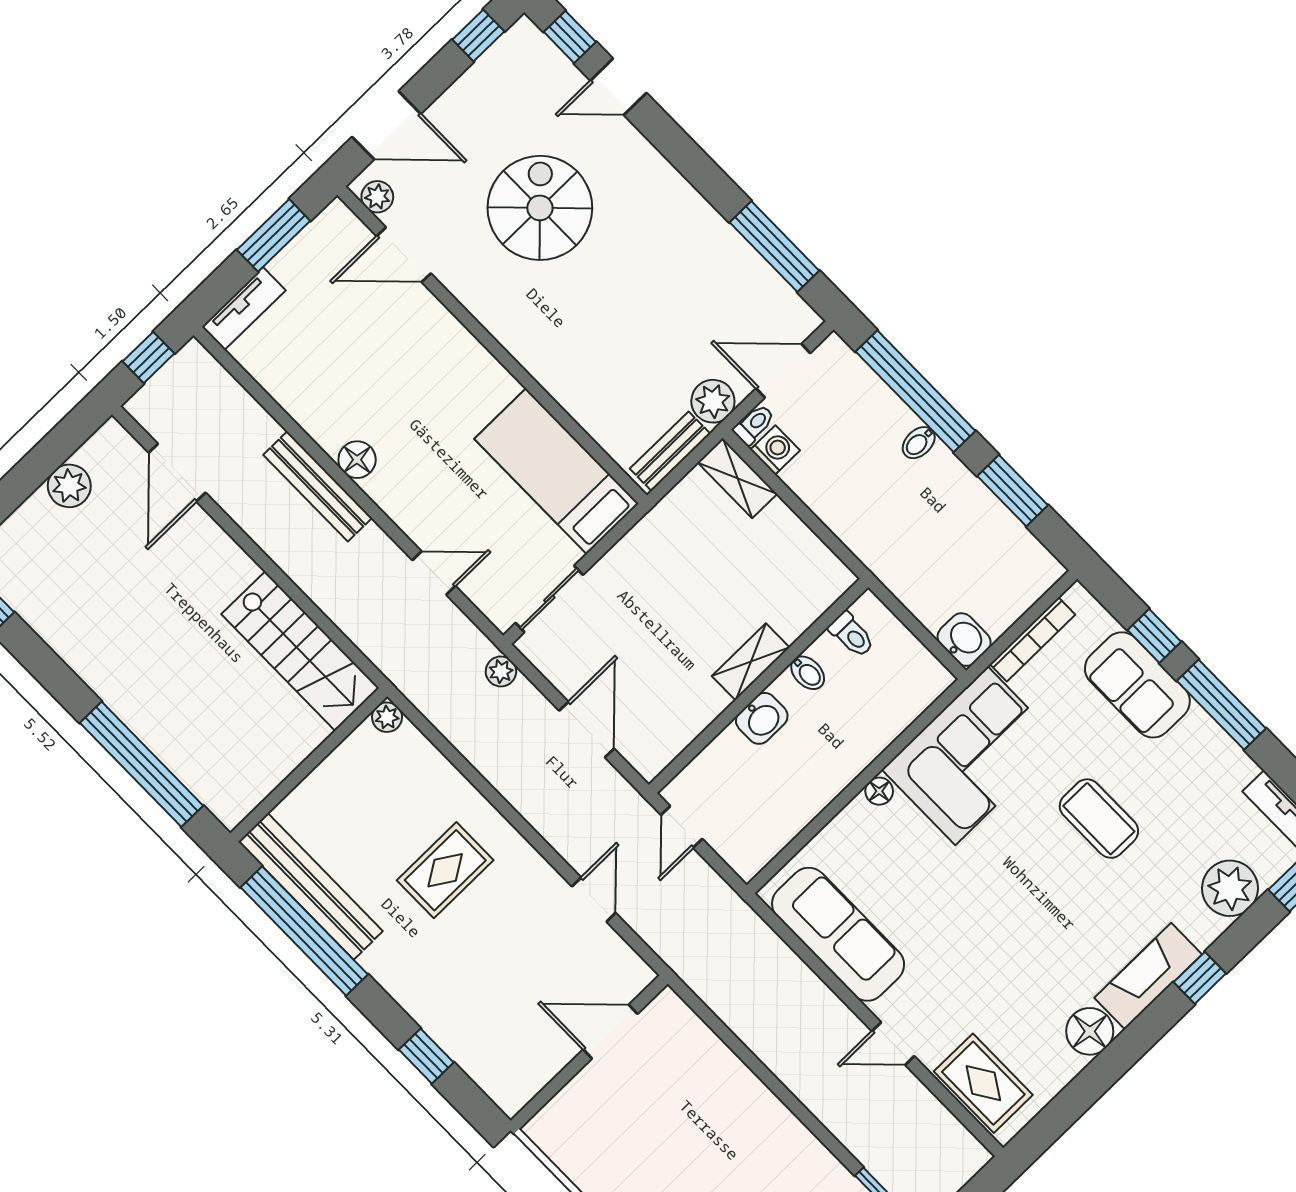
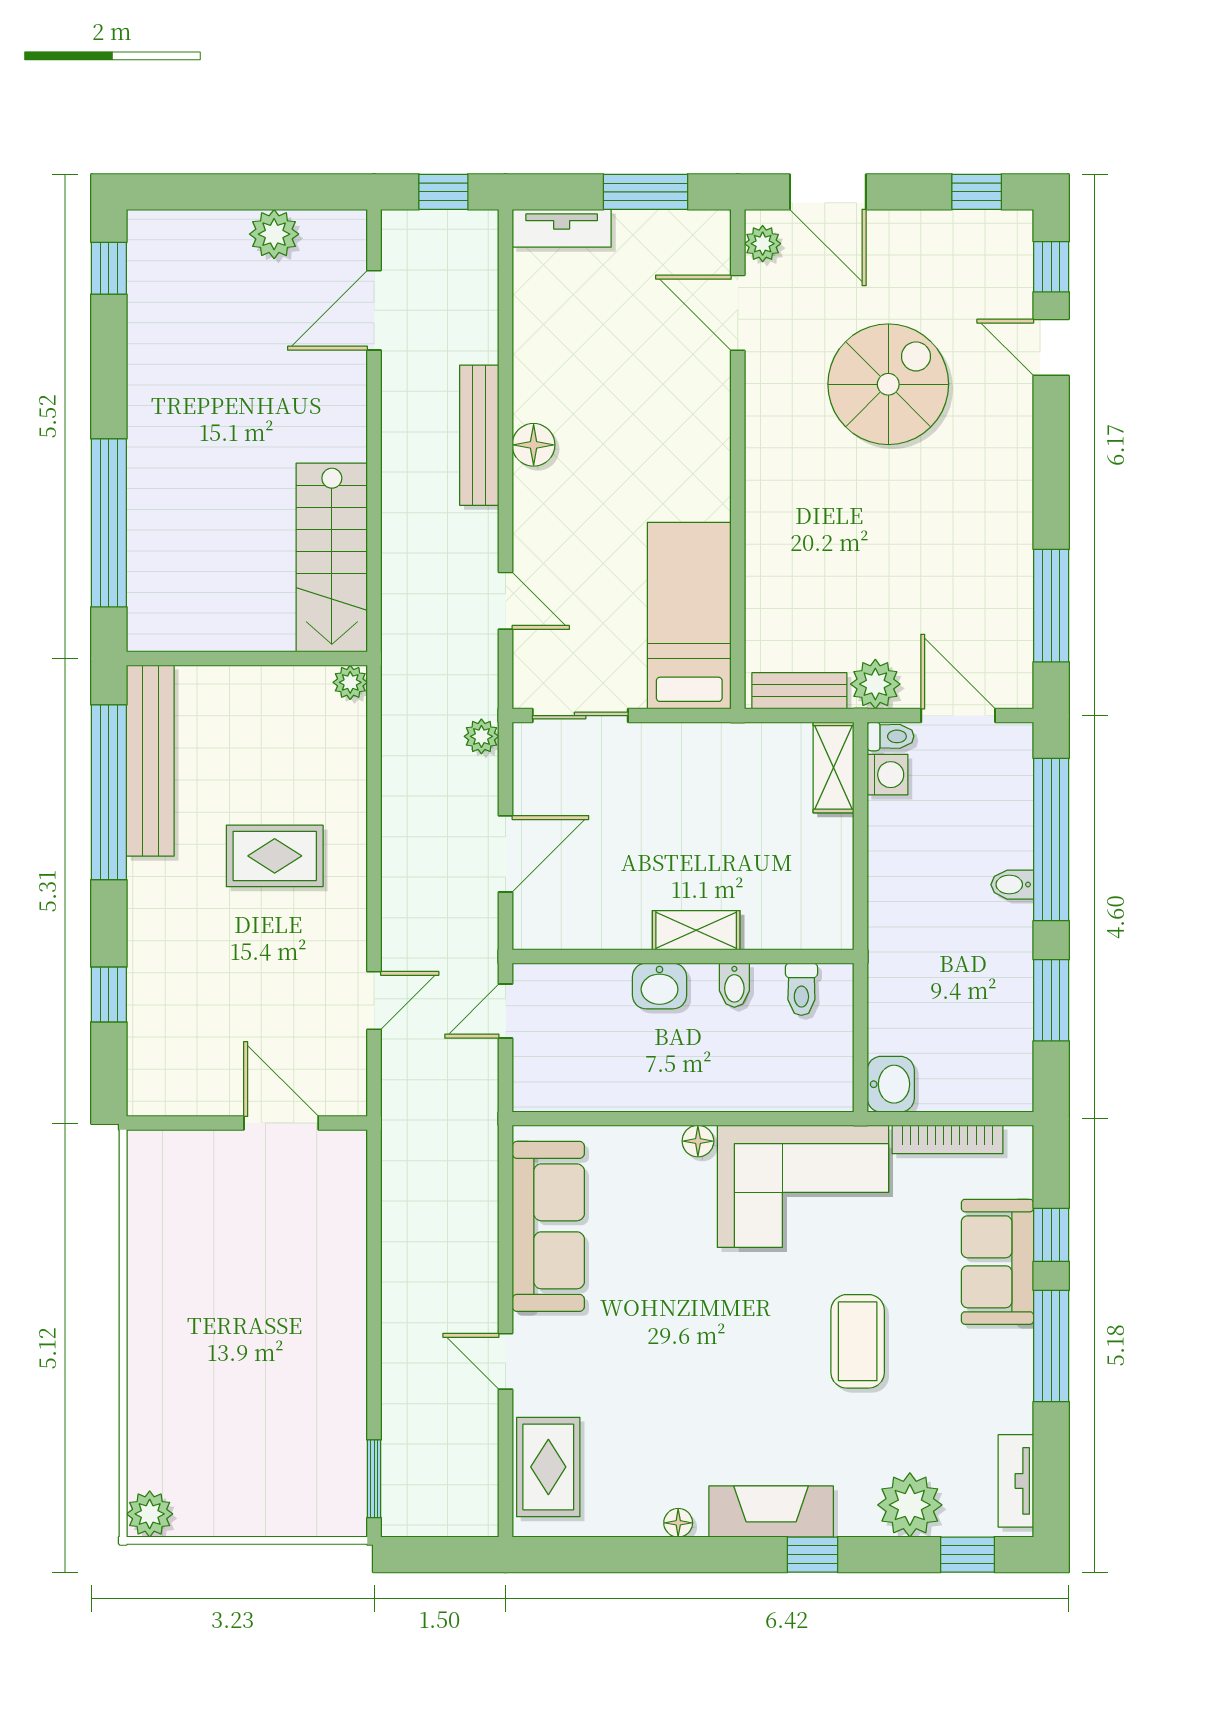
floor lamp: (1090, 1031) -> (678, 1523), width x0.53, depth x0.53

